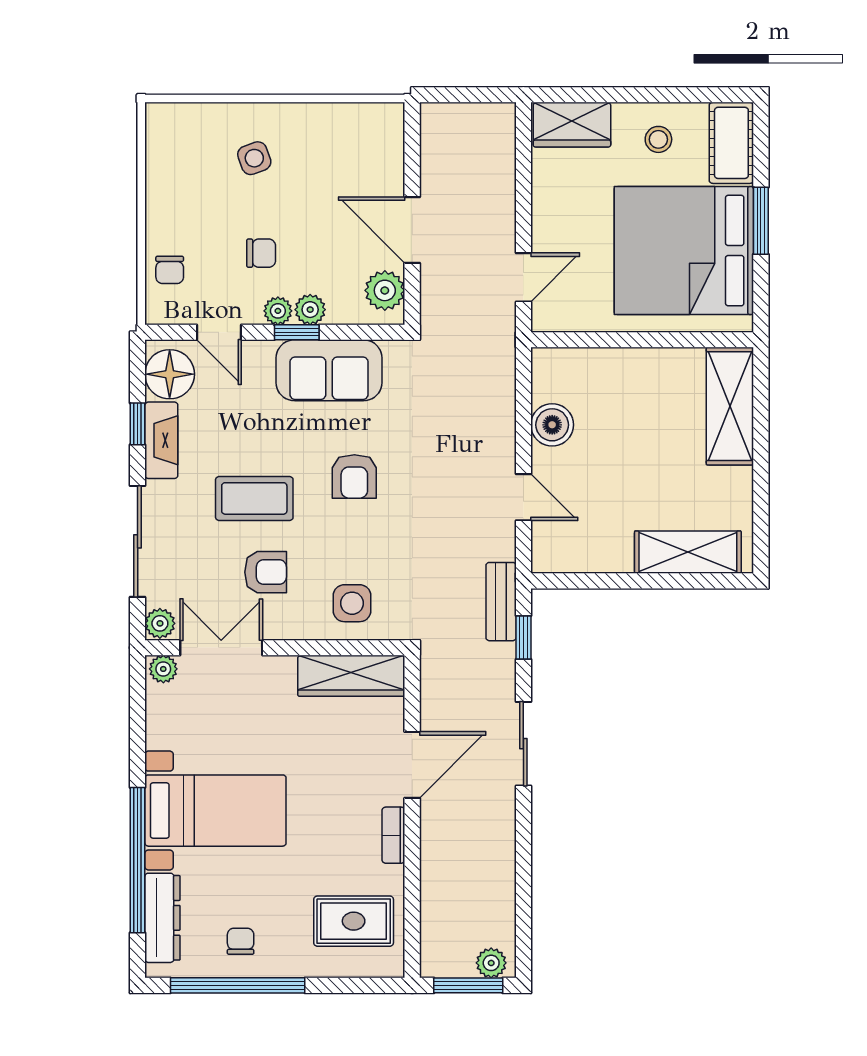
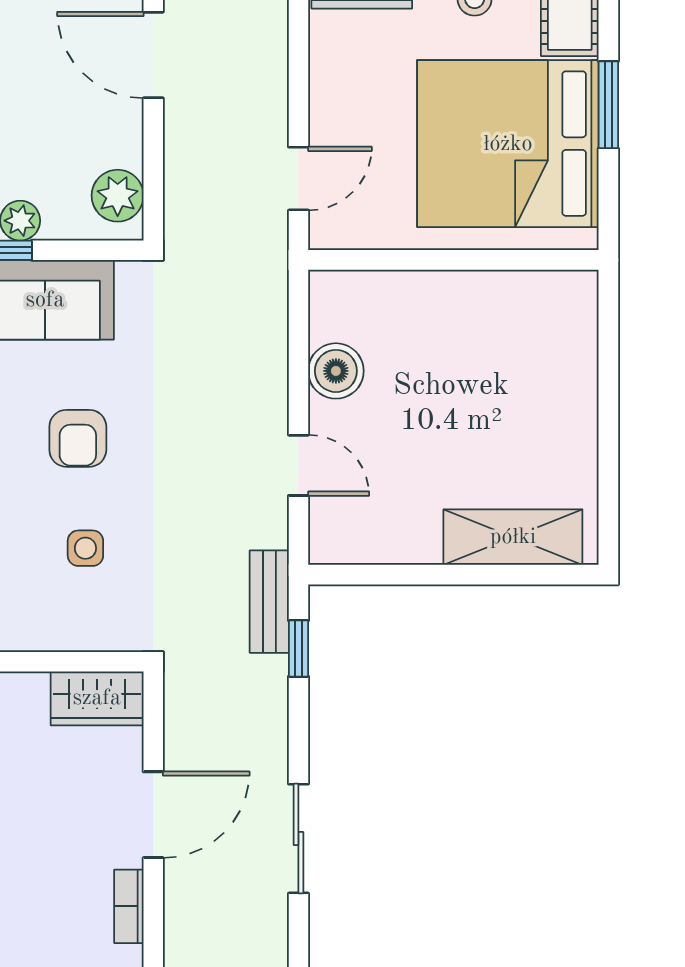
door: (412, 230) -> (153, 55), moved
shelving: (730, 406) -> (568, 347), removed
side table: (352, 603) -> (85, 548), moved, width x0.73, depth x0.73
wardrobe: (351, 676) -> (97, 698), width x0.67
sliding door: (523, 744) -> (298, 839), moved

